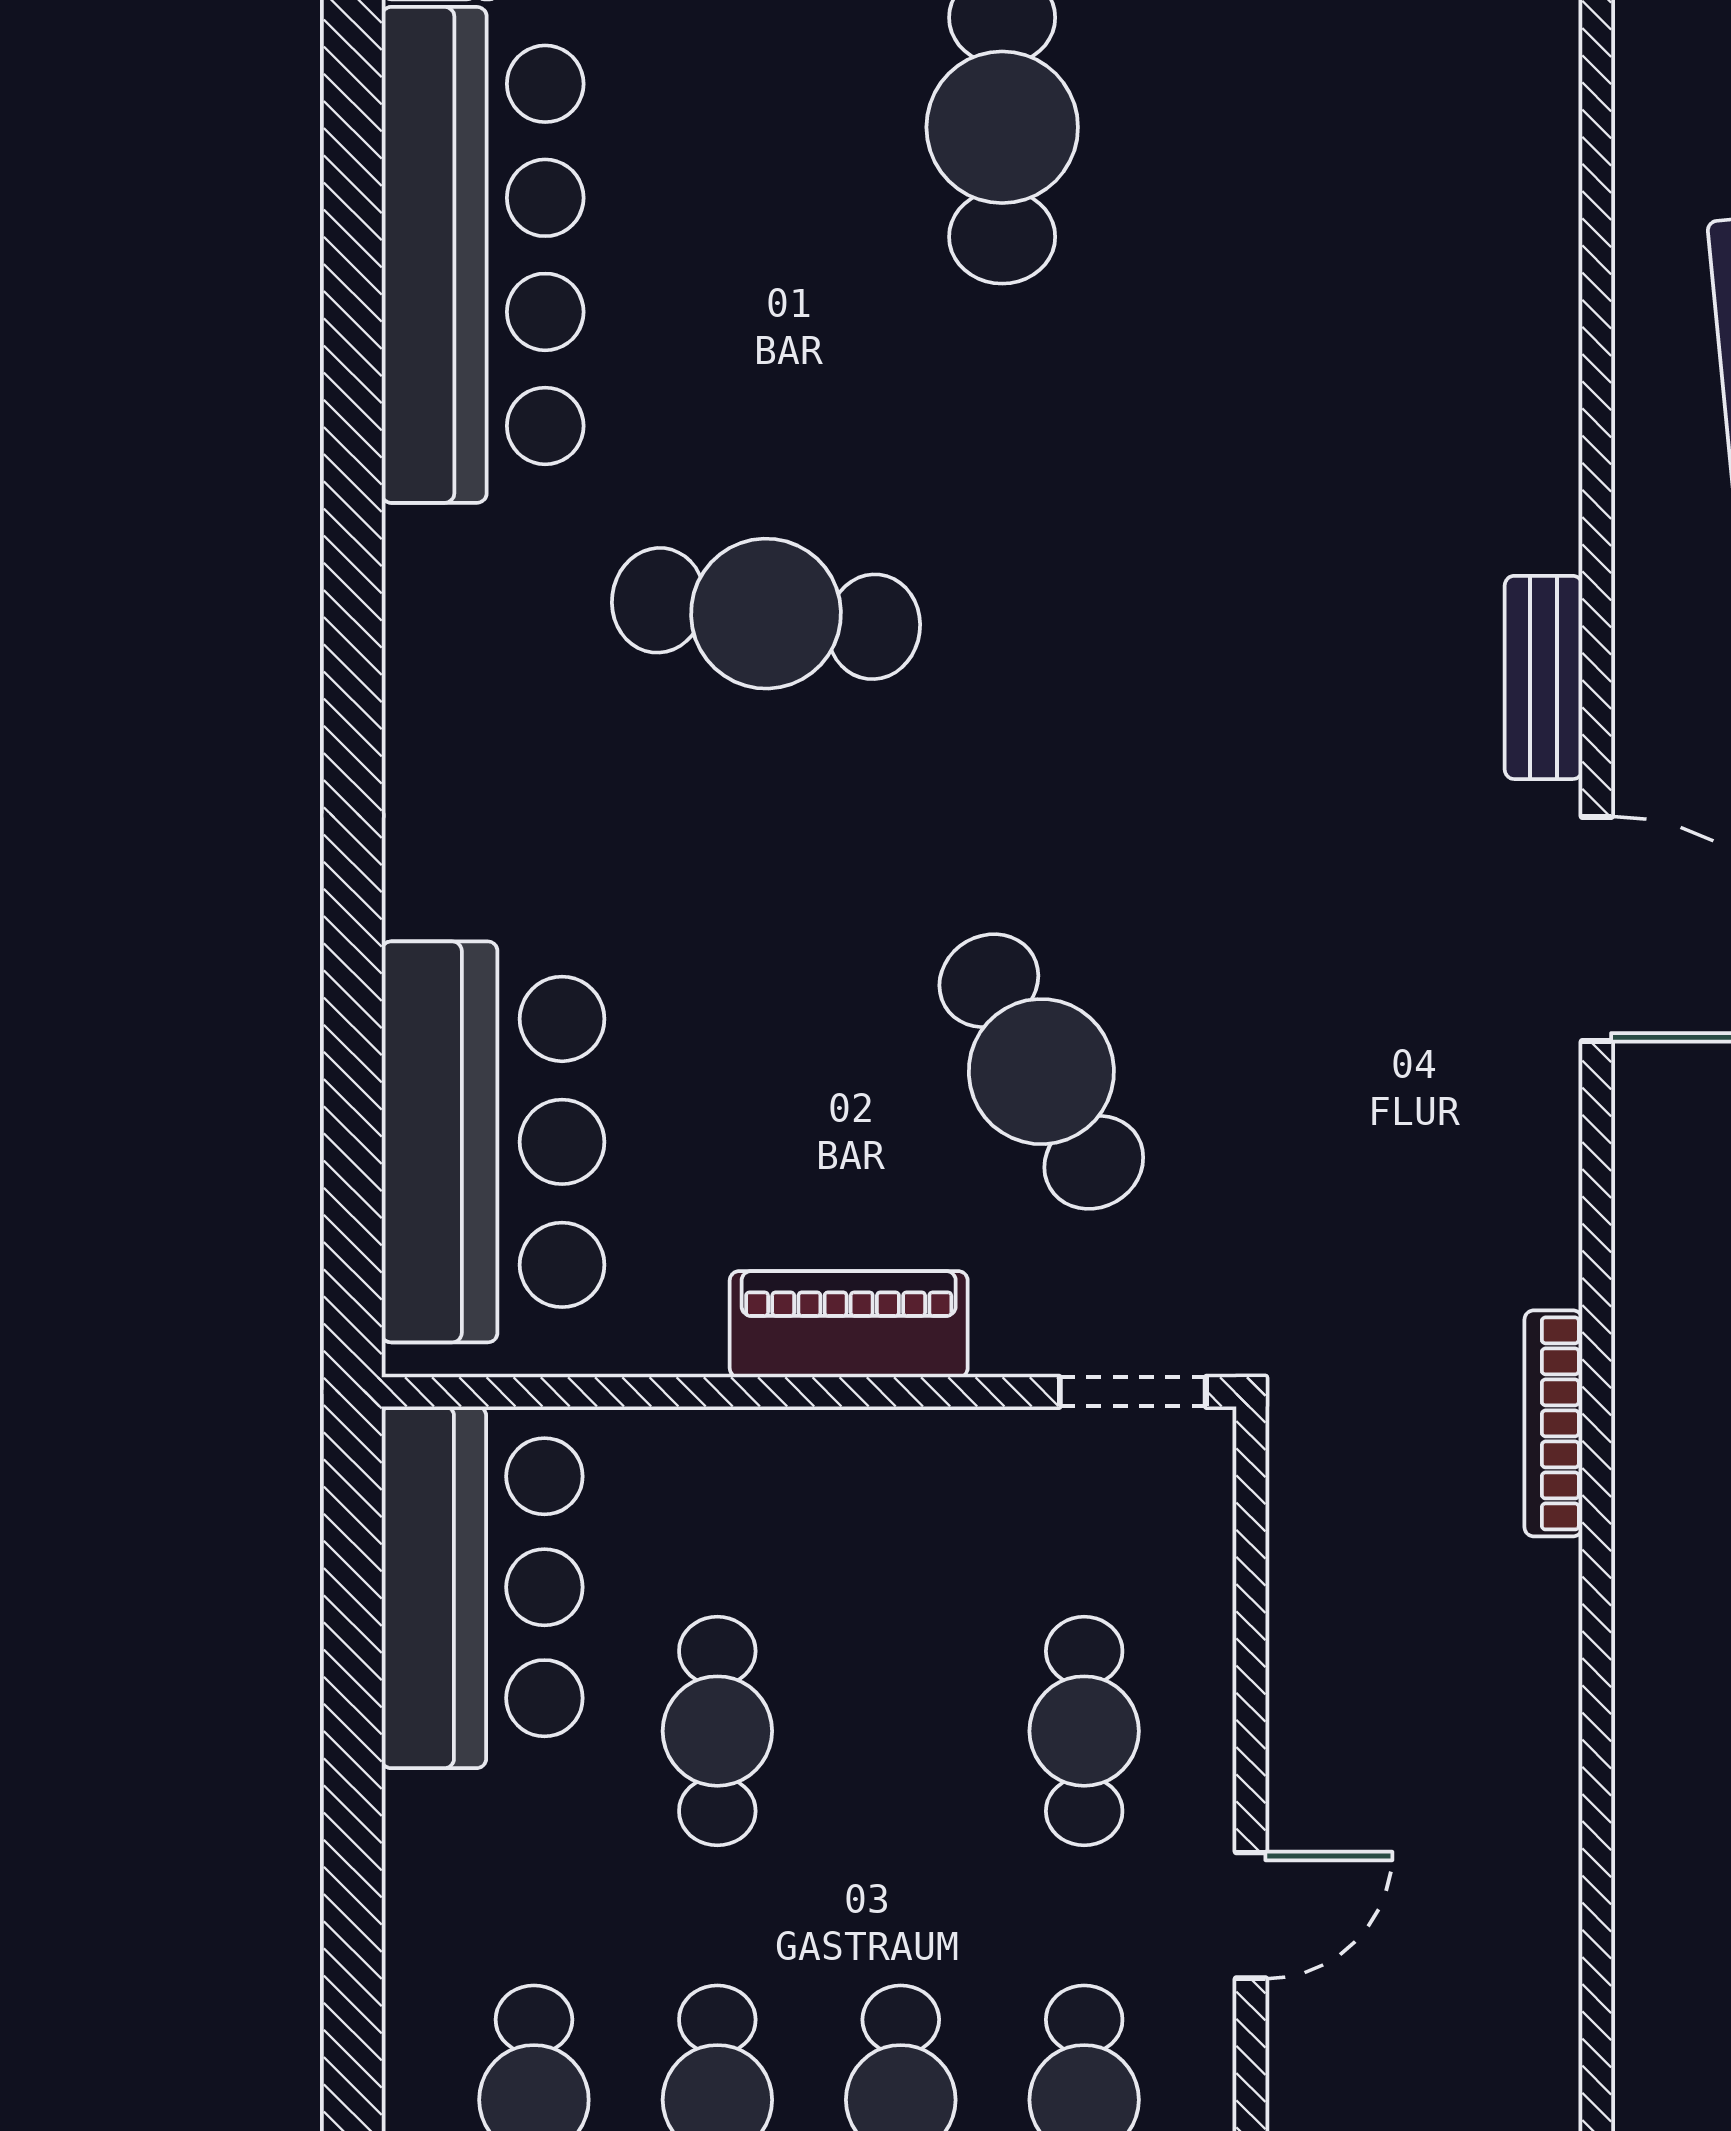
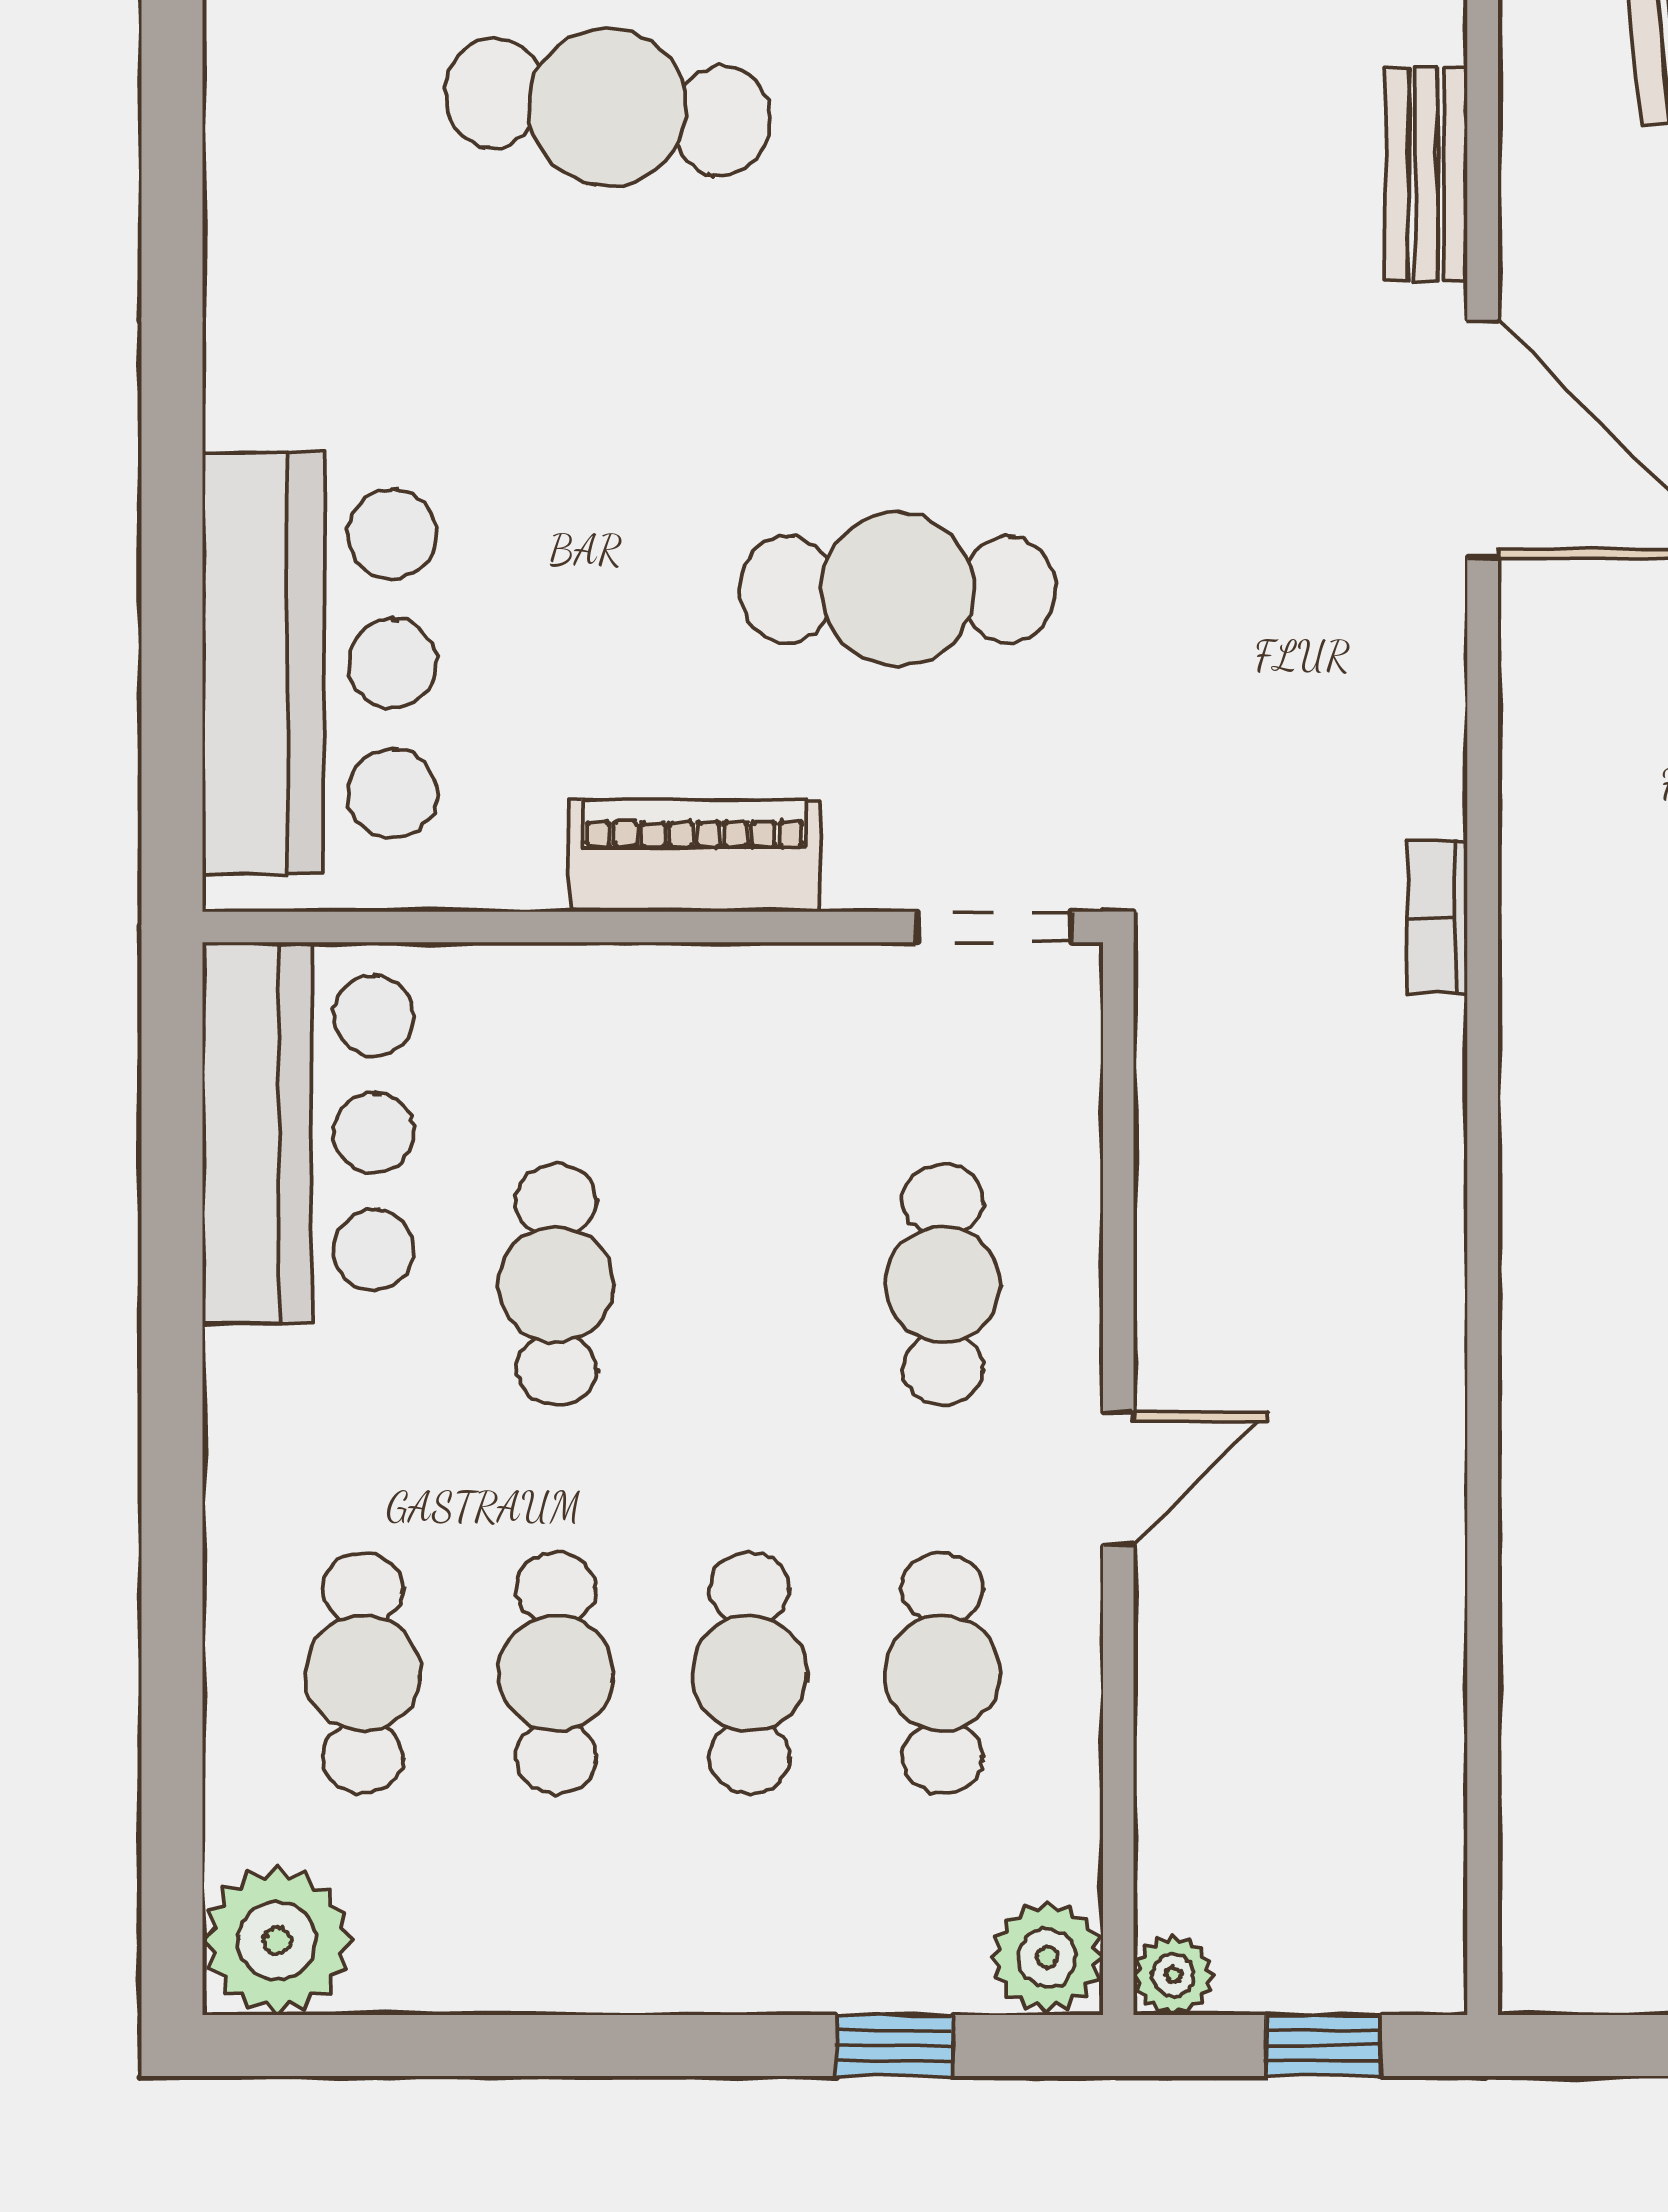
cafe table: (1041, 1072) -> (897, 589), turned -60
bookcase: (1553, 1423) -> (1437, 917), width x0.64

